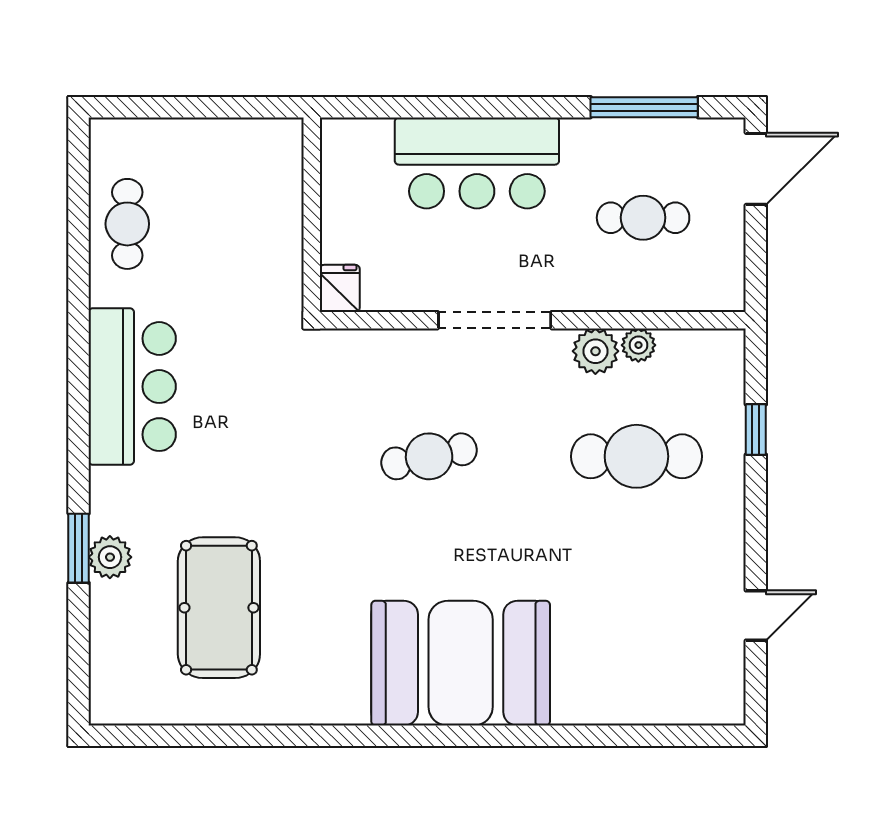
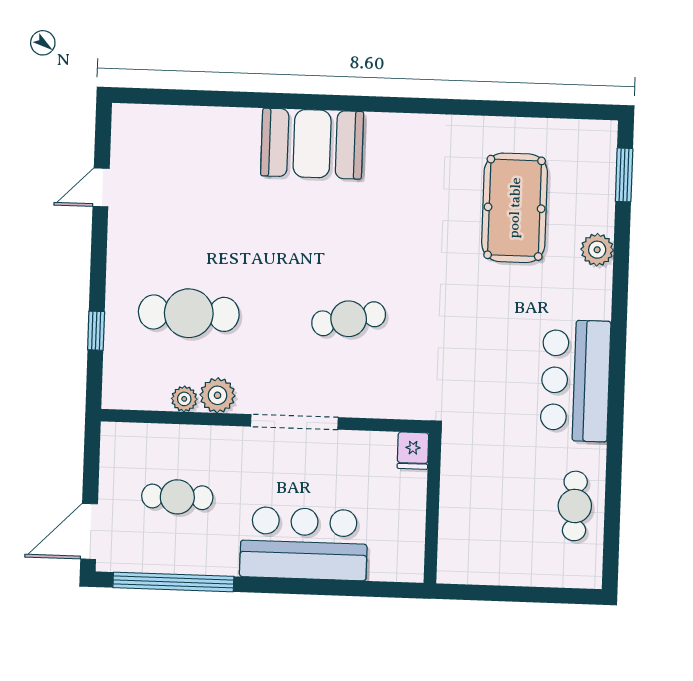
window: (644, 107) -> (173, 582), width x1.46
window: (79, 548) -> (624, 175), moved
booth: (461, 663) -> (312, 144), width x0.73, depth x0.70

